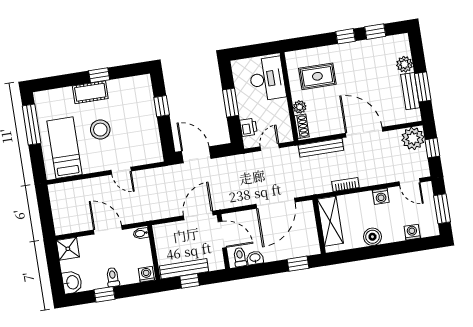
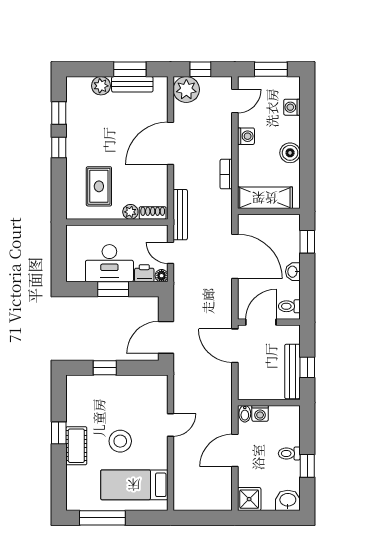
desk: (267, 79) -> (109, 263), moved, turned 180
floor lamp: (249, 143) -> (162, 276), added
bench: (321, 148) -> (180, 215), moved
washbasin: (255, 258) -> (293, 272), moved
washing machine: (146, 274) -> (260, 413), moved, turned -90

